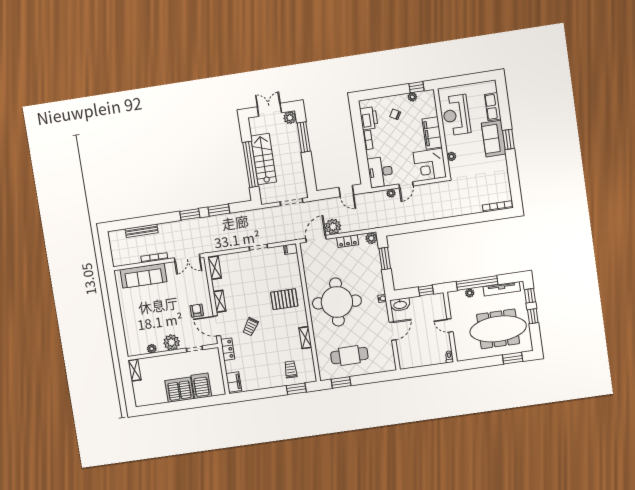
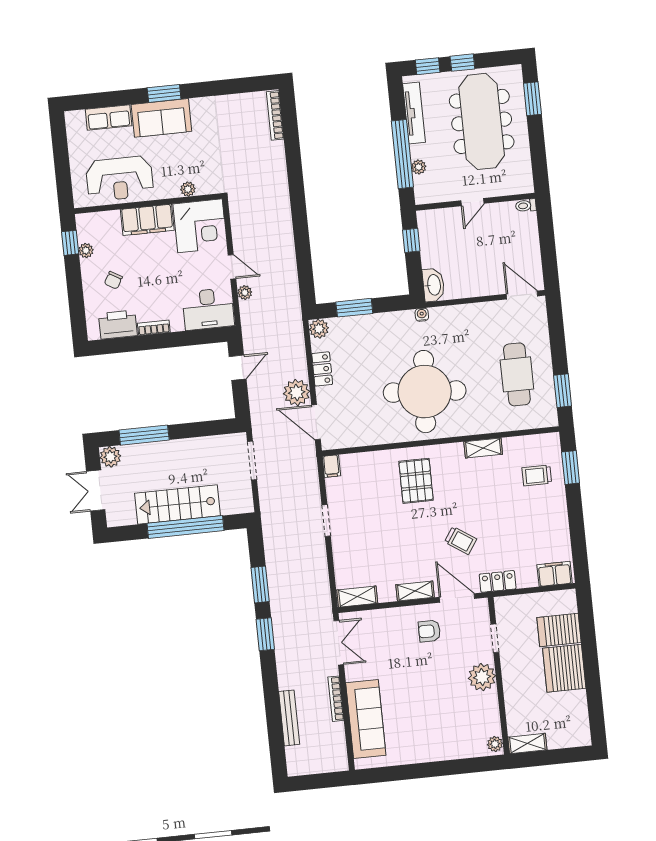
door: (217, 326) -> (457, 598), swing flipped
door: (392, 331) -> (522, 295), moved
plant: (152, 349) -> (495, 744), moved

